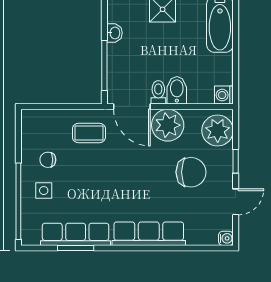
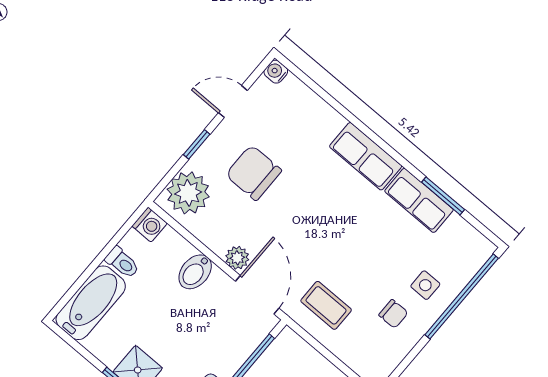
toilet: (158, 92) -> (122, 263), moved, turned -90
plant: (168, 125) -> (237, 258), width x0.53, depth x0.53
row of seats: (76, 234) -> (419, 200), width x0.68
row of seats: (149, 234) -> (366, 156), width x0.68

